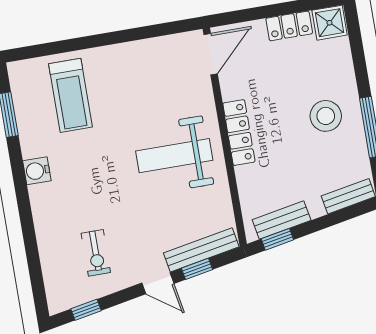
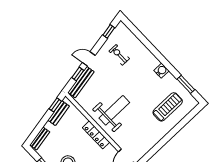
treadmill: (71, 95) -> (168, 107), turned 90

